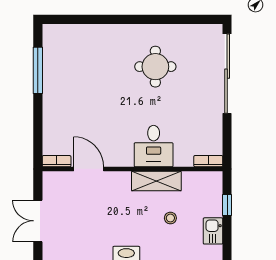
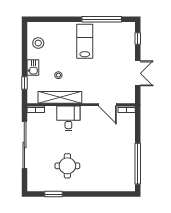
window: (179, 19) -> (53, 194), added
window: (38, 70) -> (138, 164), width x1.46
sliding door: (227, 74) -> (24, 145), moved
shelving: (156, 181) -> (60, 97), width x1.47

